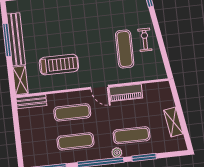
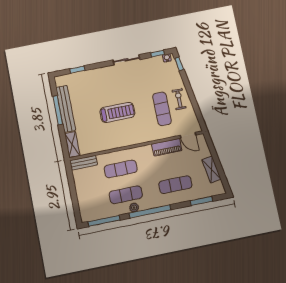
treadmill: (59, 65) -> (117, 112), moved
door: (99, 87) -> (188, 135), moved
plant: (117, 153) -> (134, 208), moved
window: (144, 157) -> (201, 201), moved

